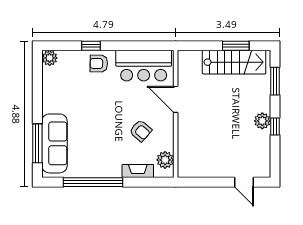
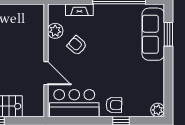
window: (37, 143) -> (168, 34), width x0.69
plant: (165, 160) -> (55, 31), moved

